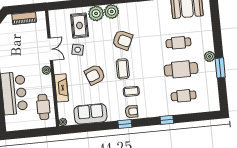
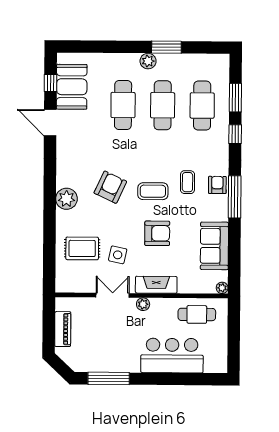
plant: (96, 13) -> (67, 222), removed
cafe table: (178, 43) -> (123, 105), width x1.37, depth x1.35
armchair: (95, 75) -> (157, 233), turned -69
fireplace: (61, 88) -> (156, 285), moved
cafe table: (184, 96) -> (202, 106), width x1.37, depth x1.35
window: (191, 117) -> (235, 98), added
window: (125, 124) -> (235, 197), width x2.17

